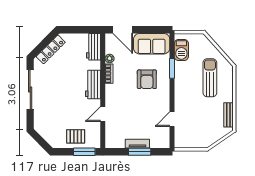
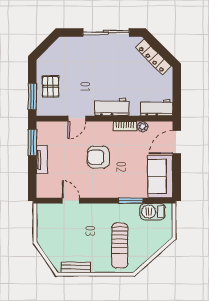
sun lounger: (210, 78) -> (120, 245), turned 90
armchair: (147, 79) -> (98, 157), moved
door: (103, 114) -> (77, 119), swing flipped
window: (140, 152) -> (32, 142), moved

